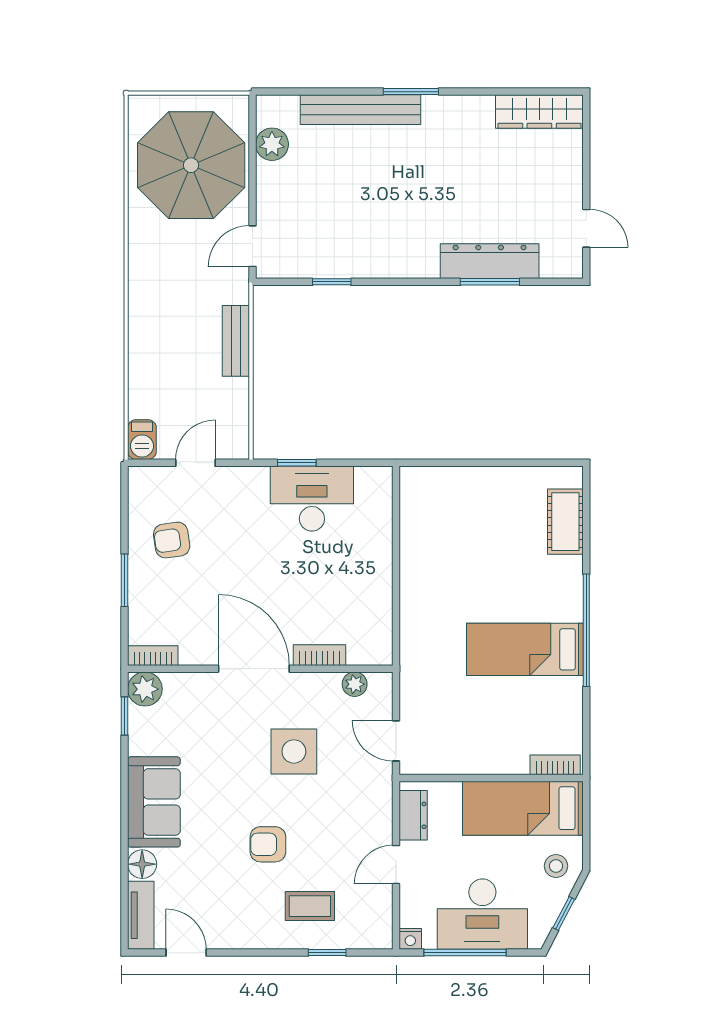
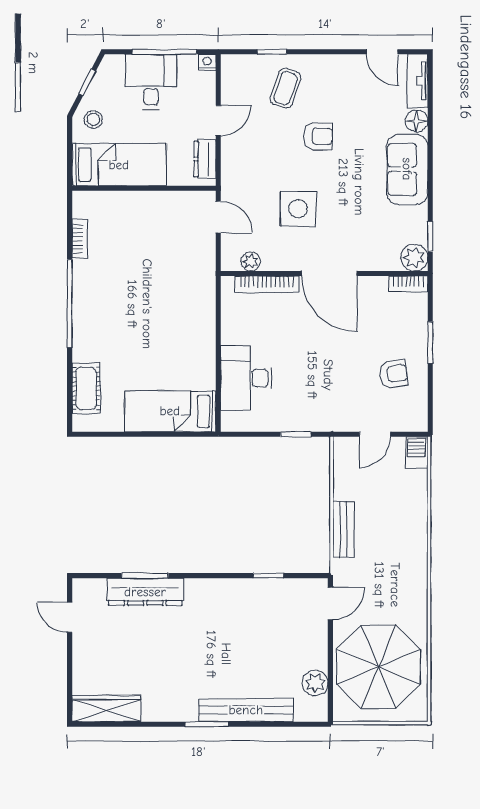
desk: (312, 499) -> (246, 378), moved, turned 90
bed: (525, 649) -> (170, 411), moved, turned 180
bookcase: (320, 655) -> (267, 284), width x1.56
bookcase: (555, 765) -> (80, 239), moved, turned -90
coffee table: (310, 906) -> (286, 88), turned -71
desk: (482, 914) -> (151, 82), width x0.73

